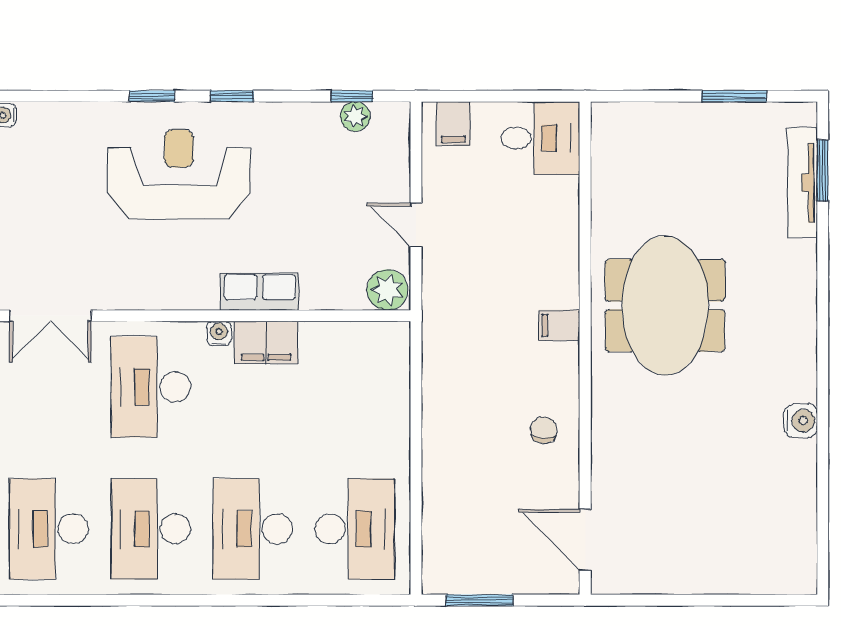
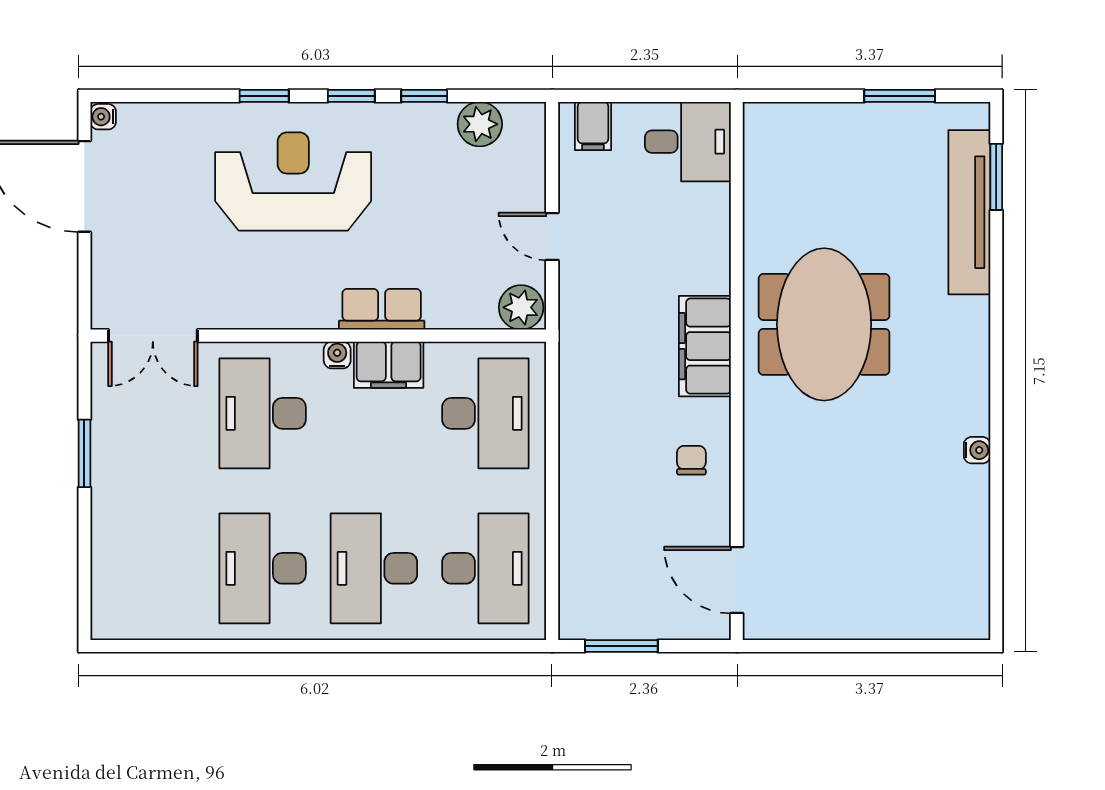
window: (352, 96) -> (424, 96), moved
plant: (355, 116) -> (480, 124), width x1.38, depth x1.38
tv unit: (802, 183) -> (969, 212), width x1.36, depth x1.29
filing cabinet: (559, 325) -> (705, 346), width x3.00, depth x1.17
water cooler: (801, 421) -> (977, 450), width x0.72, depth x0.72
desk: (49, 529) -> (485, 413), moved, turned 180

